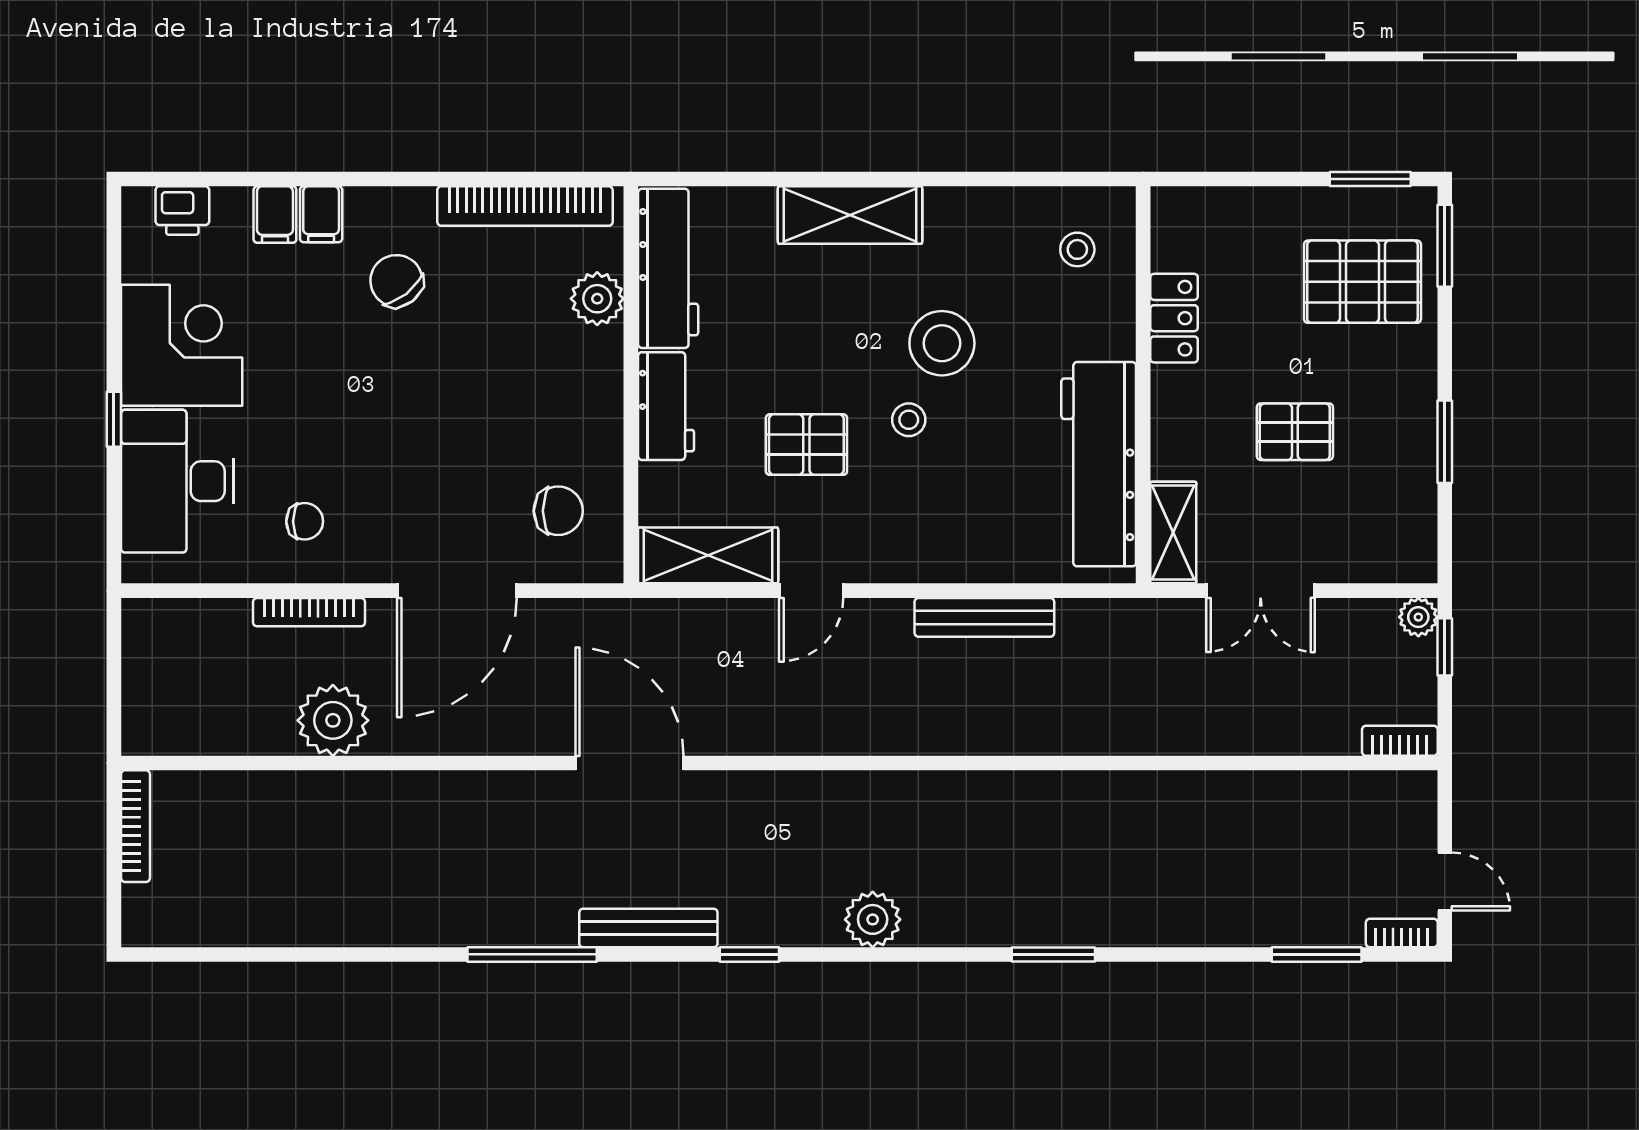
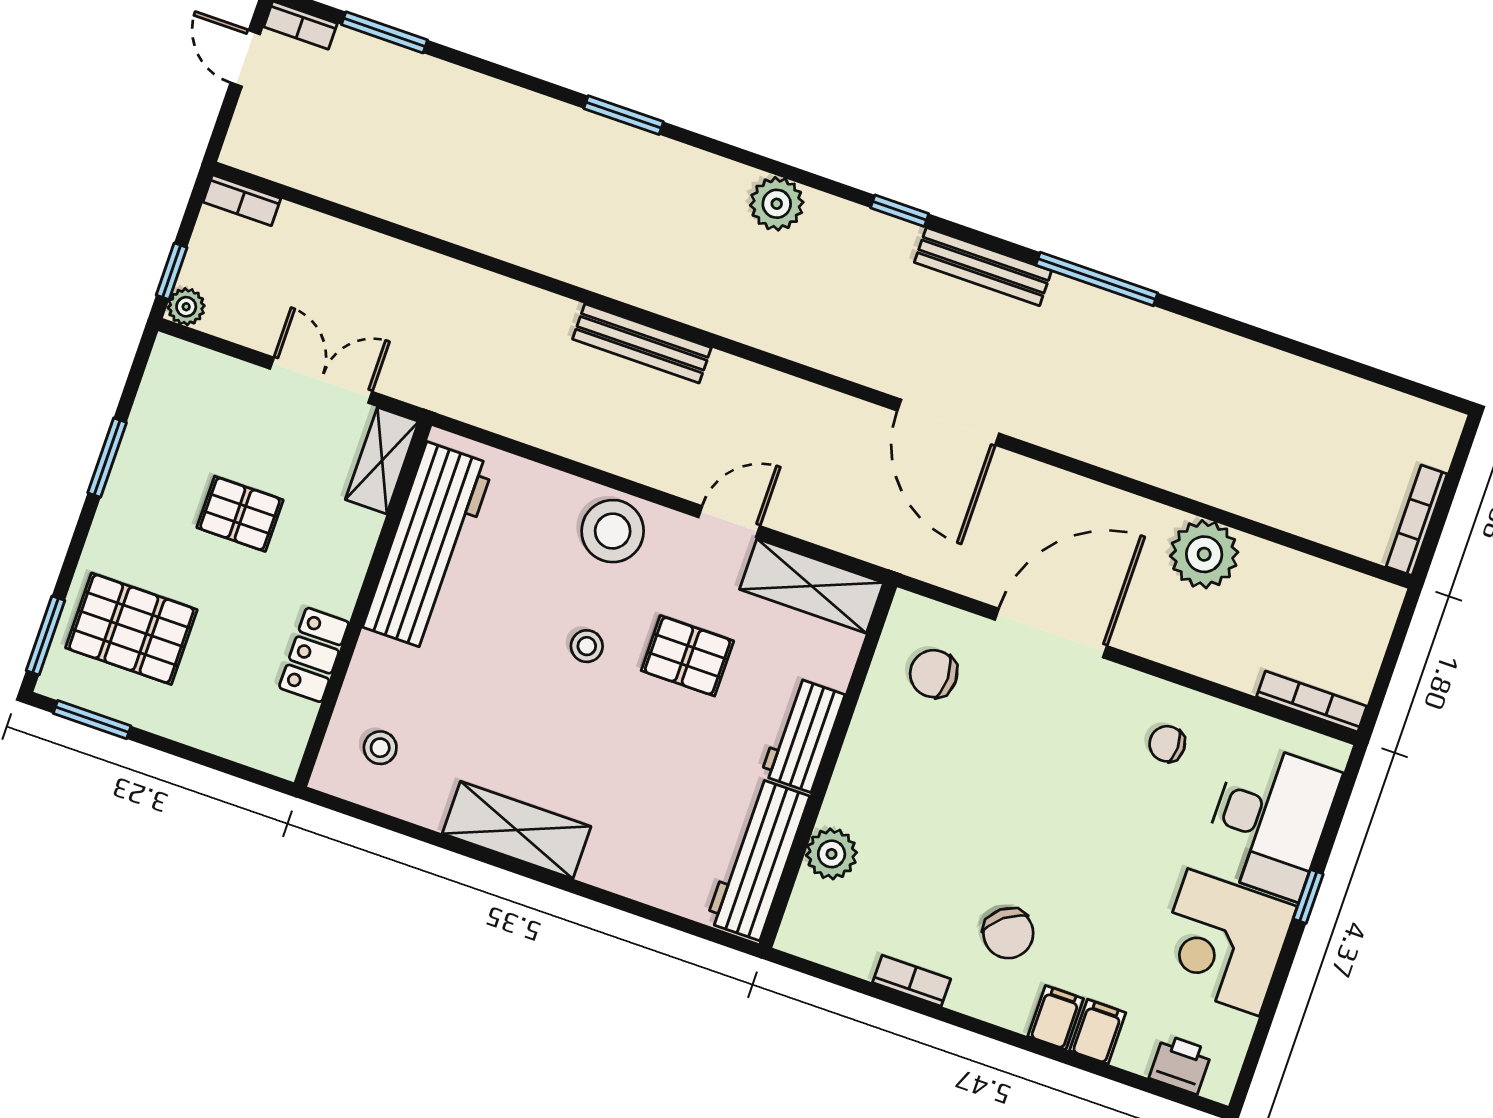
bookcase: (525, 206) -> (912, 981), width x0.43, depth x0.76
shelving: (850, 215) -> (517, 830), moved
stool: (942, 343) -> (613, 531), moved
bookcase: (309, 612) -> (1312, 701), moved
bench: (984, 617) -> (642, 343), moved

